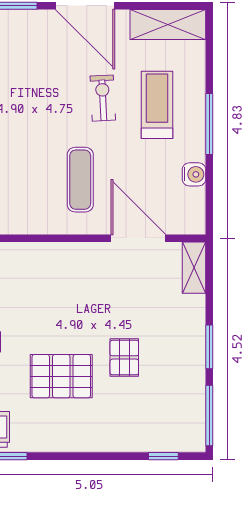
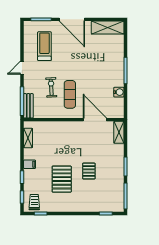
exercise bike: (103, 98) -> (51, 87), moved
treadmill: (157, 105) -> (44, 46), moved
pallet: (61, 376) -> (62, 179), turned 90

